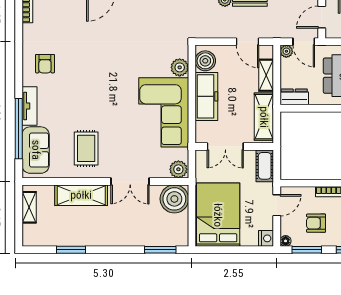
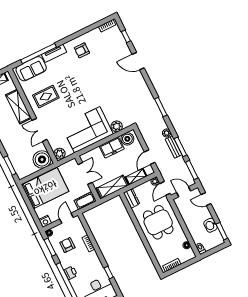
freezer: (206, 96) -> (112, 147), width x0.71
double door: (225, 146) -> (85, 173), swing flipped
door: (277, 205) -> (66, 218), swing flipped

